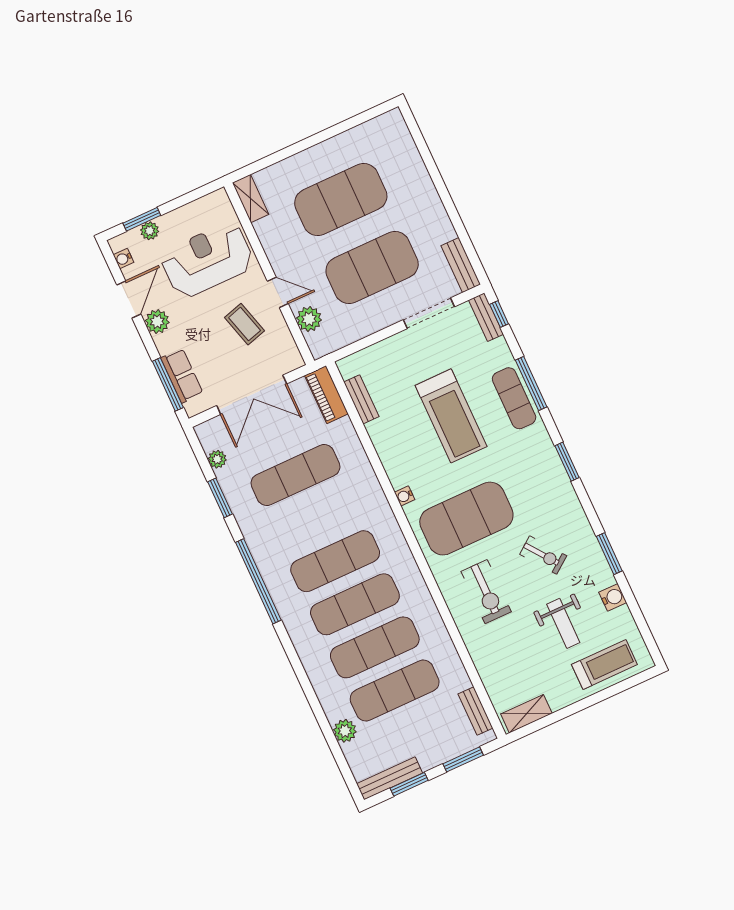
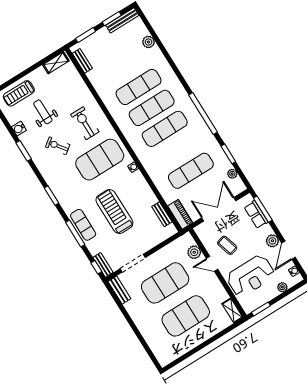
window: (142, 219) -> (261, 309), moved
exercise mat: (395, 690) -> (125, 66), removed

